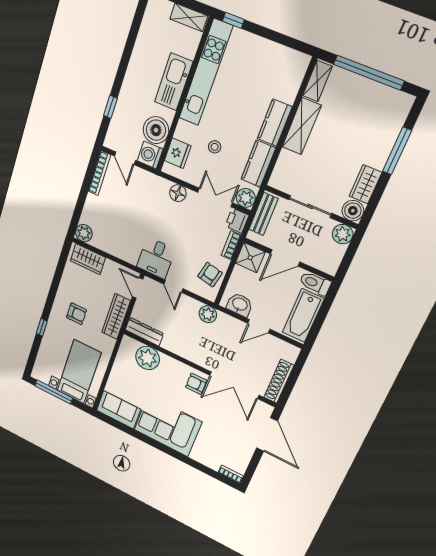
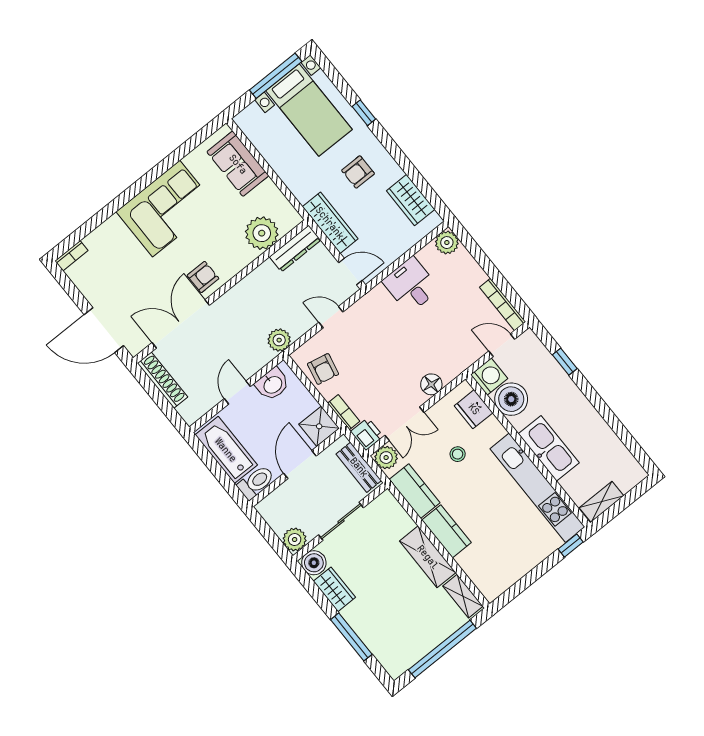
desk: (156, 258) -> (411, 285), moved
wardrobe: (88, 259) -> (411, 200), moved, turned -90
bed with nightstands: (79, 372) -> (309, 110), moved
sofa: (118, 410) -> (238, 164), moved, turned 90

